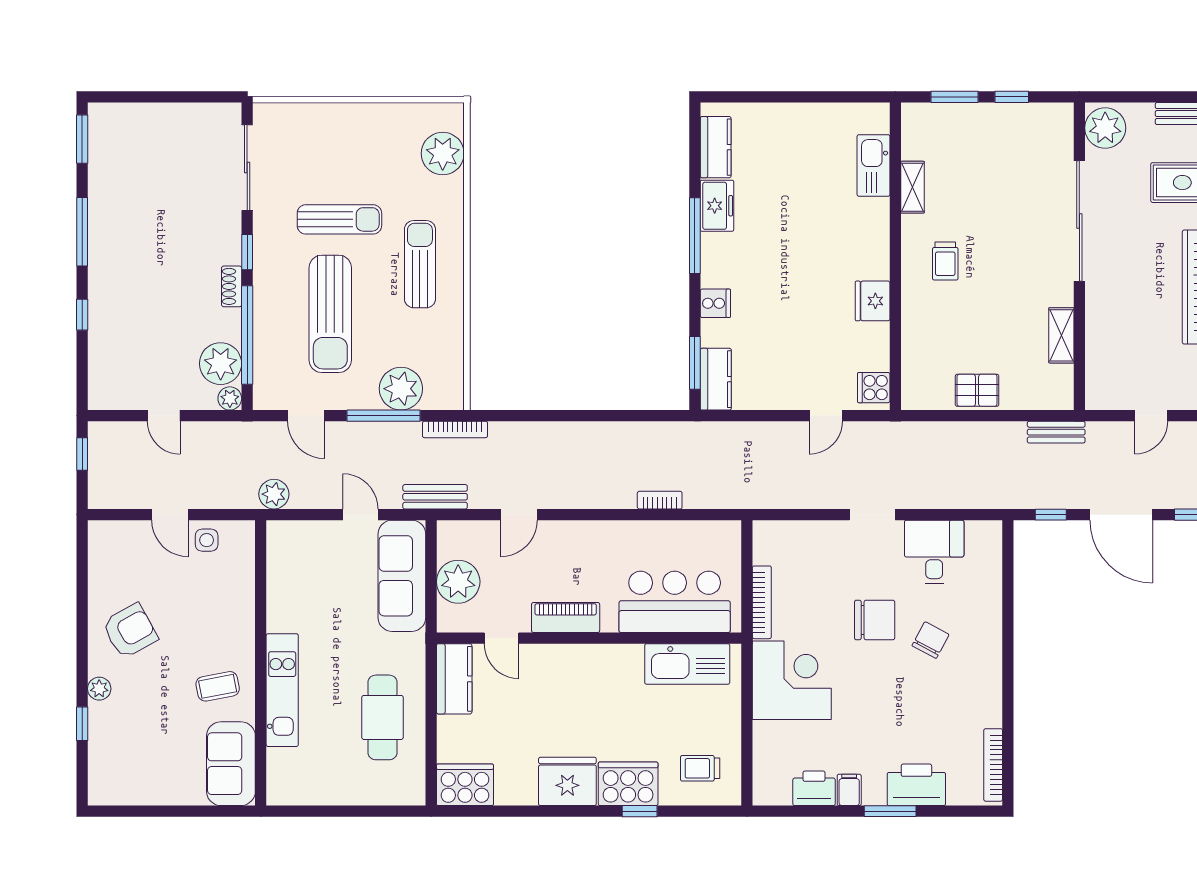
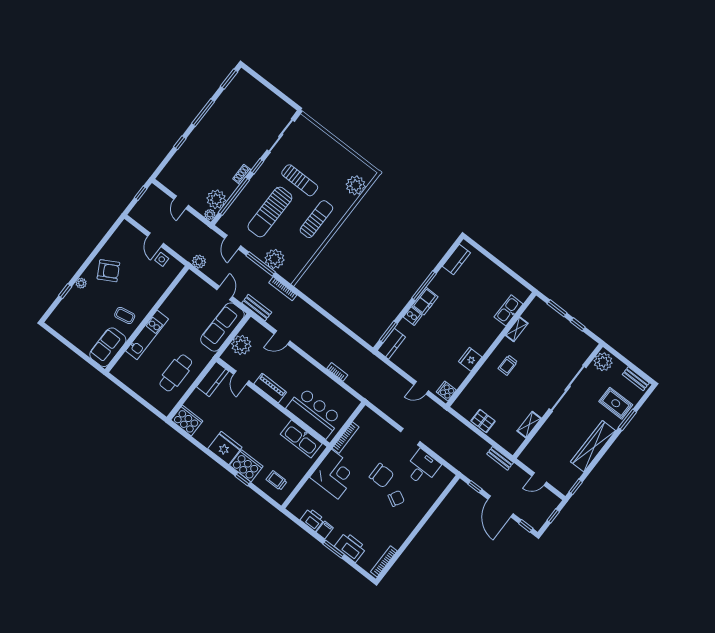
freezer: (717, 206) -> (425, 301), moved

